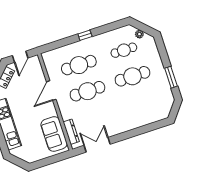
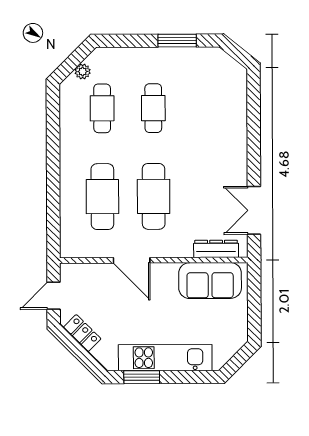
window: (85, 35) -> (53, 169), removed
door: (20, 57) -> (54, 296), swing flipped
cafe table: (132, 76) -> (153, 108), width x0.73, depth x0.74

